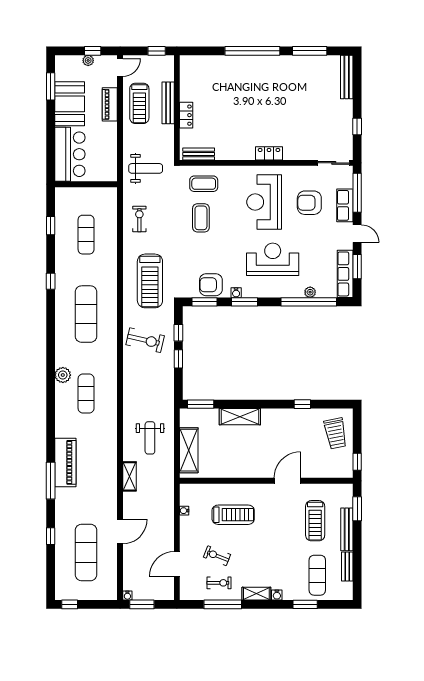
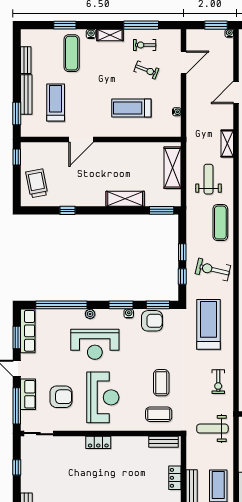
plant: (310, 292) -> (90, 314), moved
exercise mat: (137, 391) -> (220, 223), added
exercise mat: (317, 575) -> (72, 53), moved

